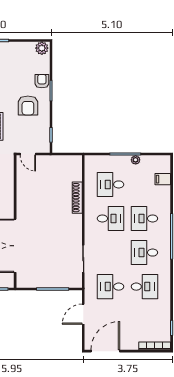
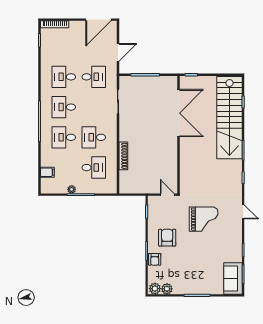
plant: (28, 48) -> (167, 289), added
desk: (144, 218) -> (64, 137), turned 180
desk: (144, 253) -> (64, 107), turned 180

